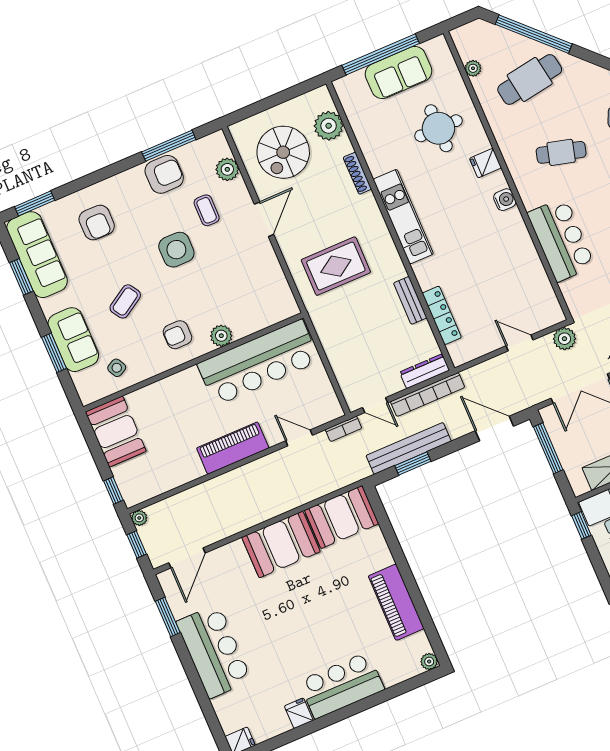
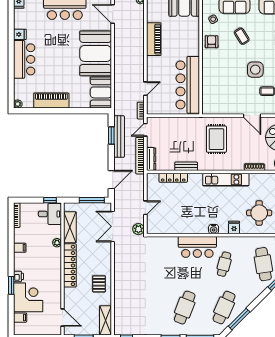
bar counter: (561, 240) -> (197, 247), moved
armchair: (177, 335) -> (212, 42), moved
plant: (221, 336) -> (207, 73), removed
piano: (233, 448) -> (154, 39), moved
booth: (281, 544) -> (96, 53), width x1.36, depth x1.42

